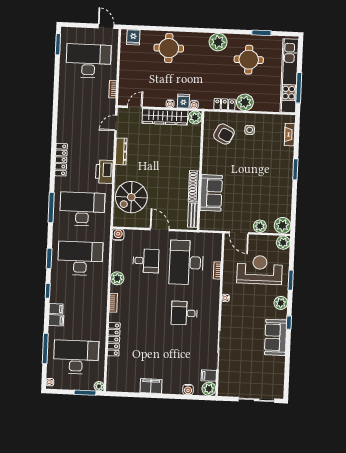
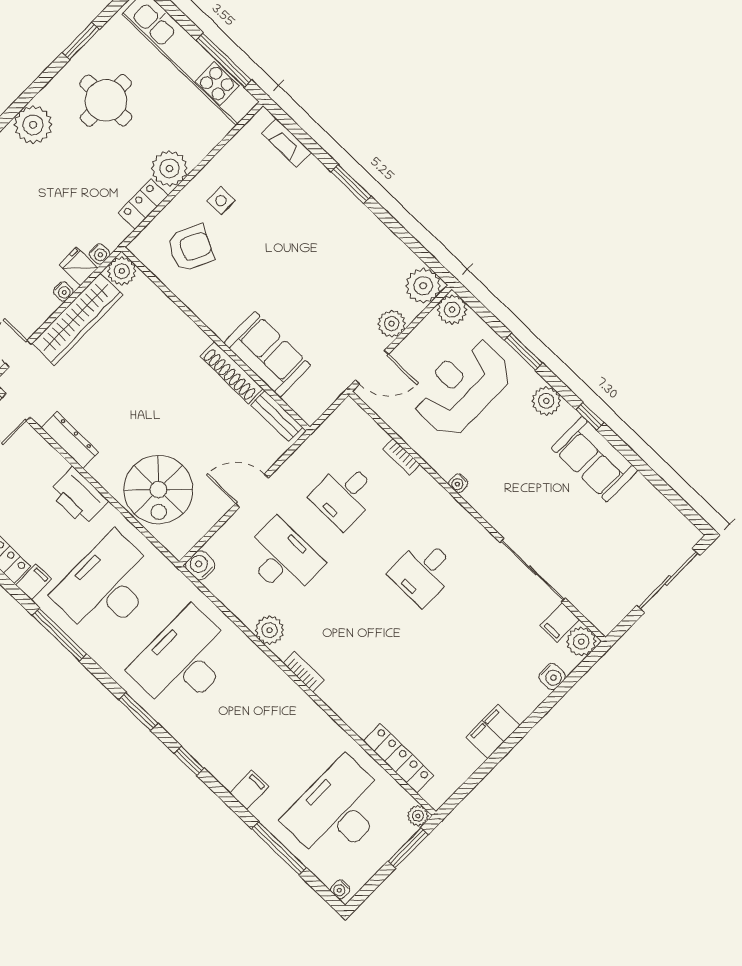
desk: (146, 261) -> (283, 558), width x1.37
desk: (186, 263) -> (344, 495), width x0.53, depth x0.77
filing cabinet: (56, 309) -> (34, 582), moved
locker: (114, 339) -> (398, 758), moved

